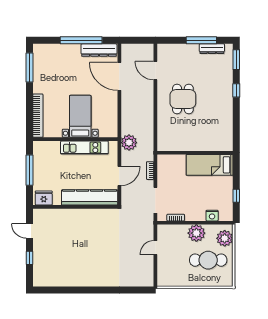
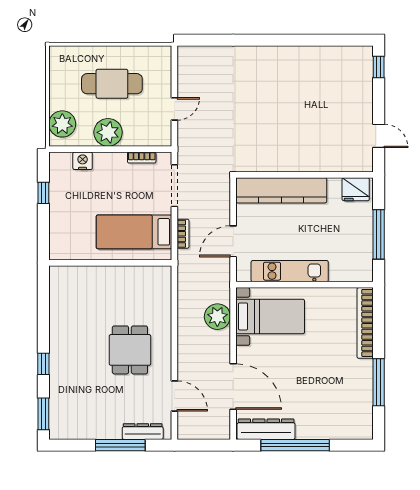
window: (201, 40) -> (120, 445), moved
dresser: (212, 49) -> (143, 432), moved
window: (30, 67) -> (379, 382), moved
bed with nightstands: (80, 116) -> (270, 316), moved, turned -90
plant: (129, 143) -> (217, 317), moved
bed: (210, 165) -> (134, 232), moved, turned 180
door: (119, 176) -> (233, 241), moved
window: (30, 258) -> (379, 67), moved
cafe table: (208, 260) -> (112, 84), moved

